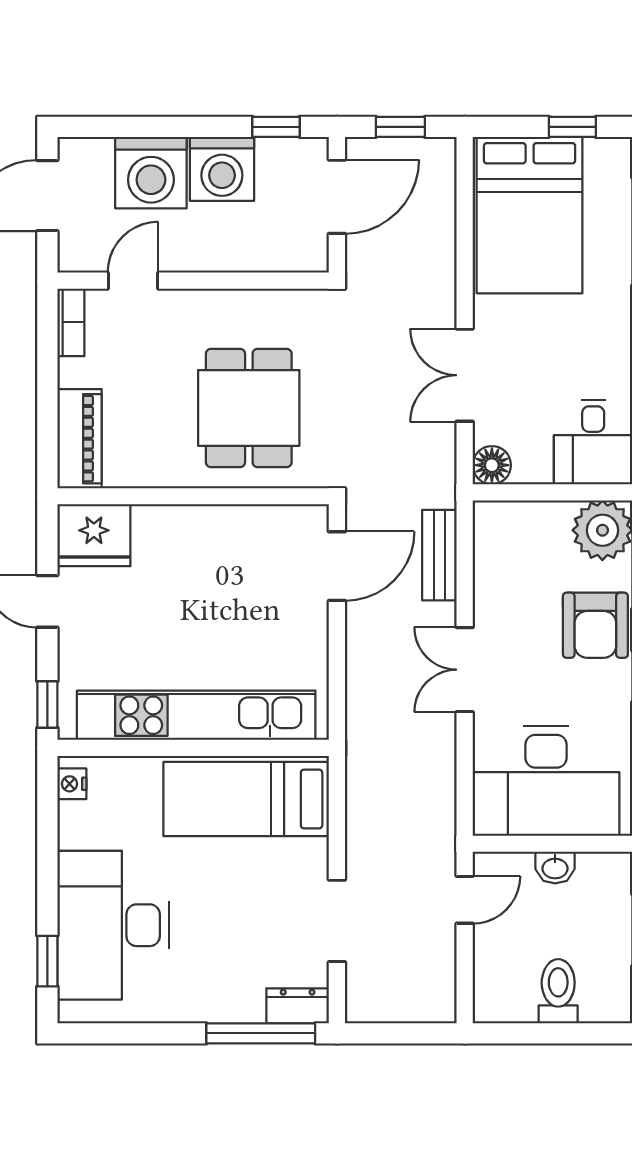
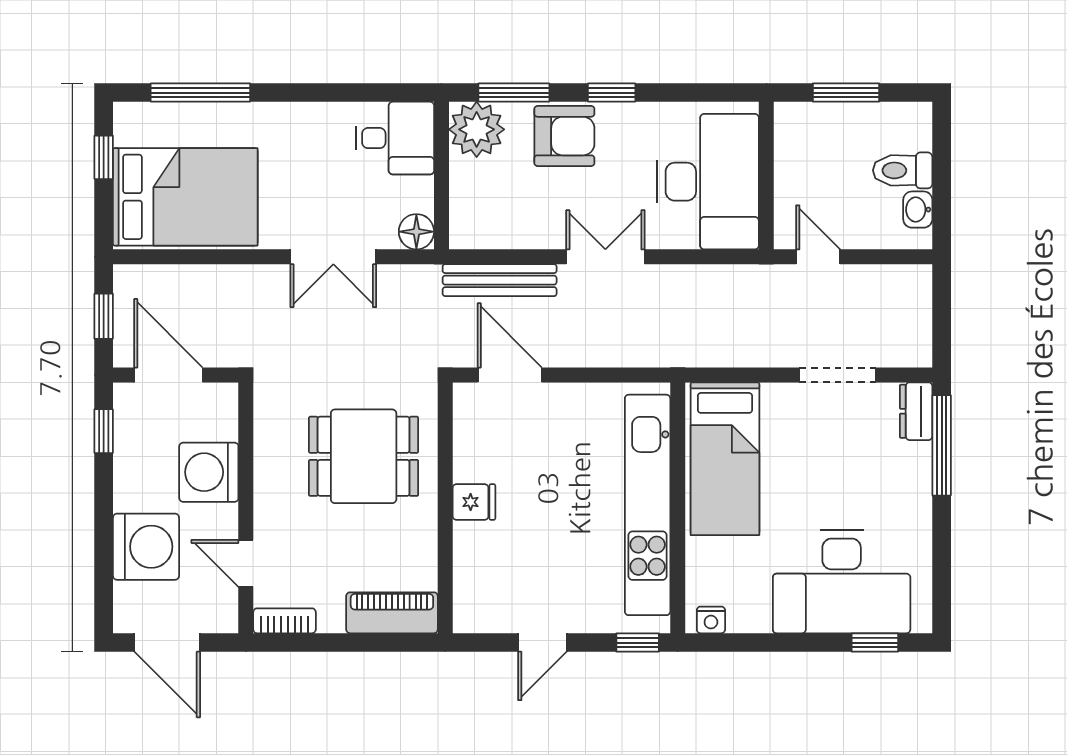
washing machine: (222, 169) -> (209, 472), moved, turned 180
fridge: (94, 535) -> (474, 502), moved, width x0.53, depth x0.75
bench: (439, 555) -> (500, 280), width x1.36
double door: (465, 670) -> (605, 257), swing flipped
washbasin: (555, 868) -> (918, 210), moved, turned 180

